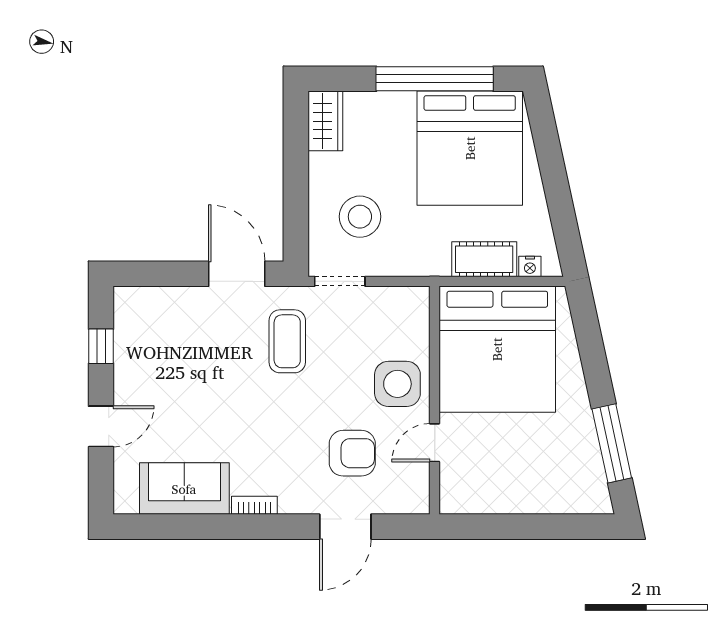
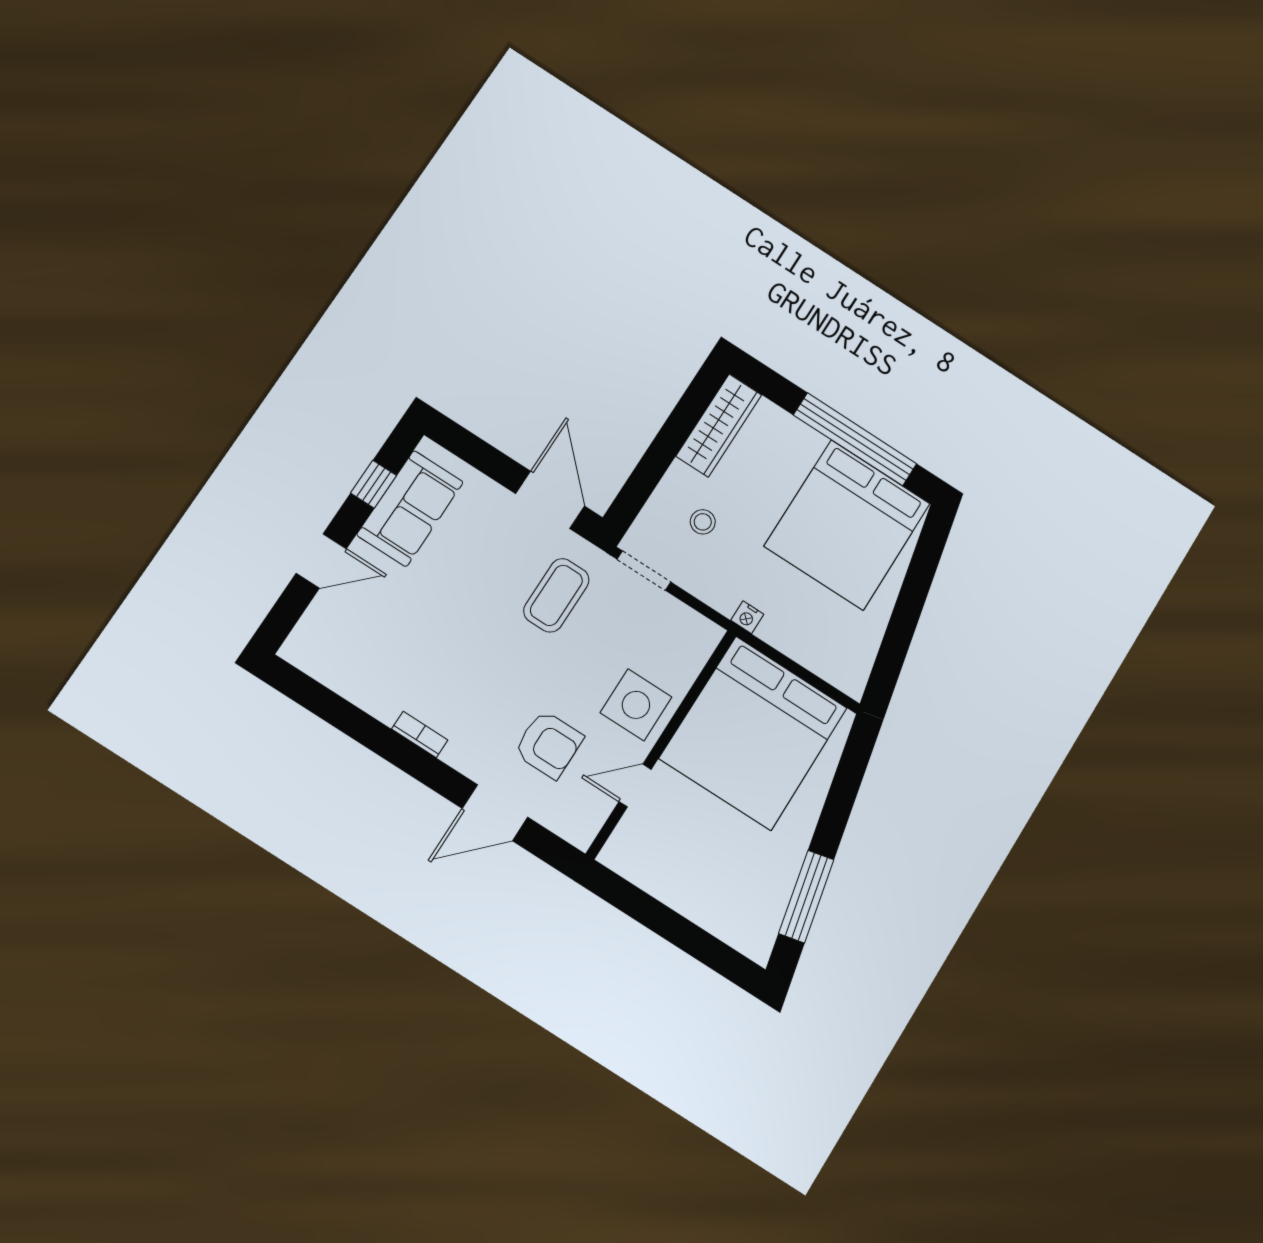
wardrobe: (325, 121) -> (719, 426), width x1.50
stool: (360, 217) -> (703, 522), width x0.53, depth x0.53
cot: (484, 259) -> (795, 638), removed
nightstand: (530, 266) -> (747, 617), moved
sofa: (184, 489) -> (410, 508), moved, turned 90

